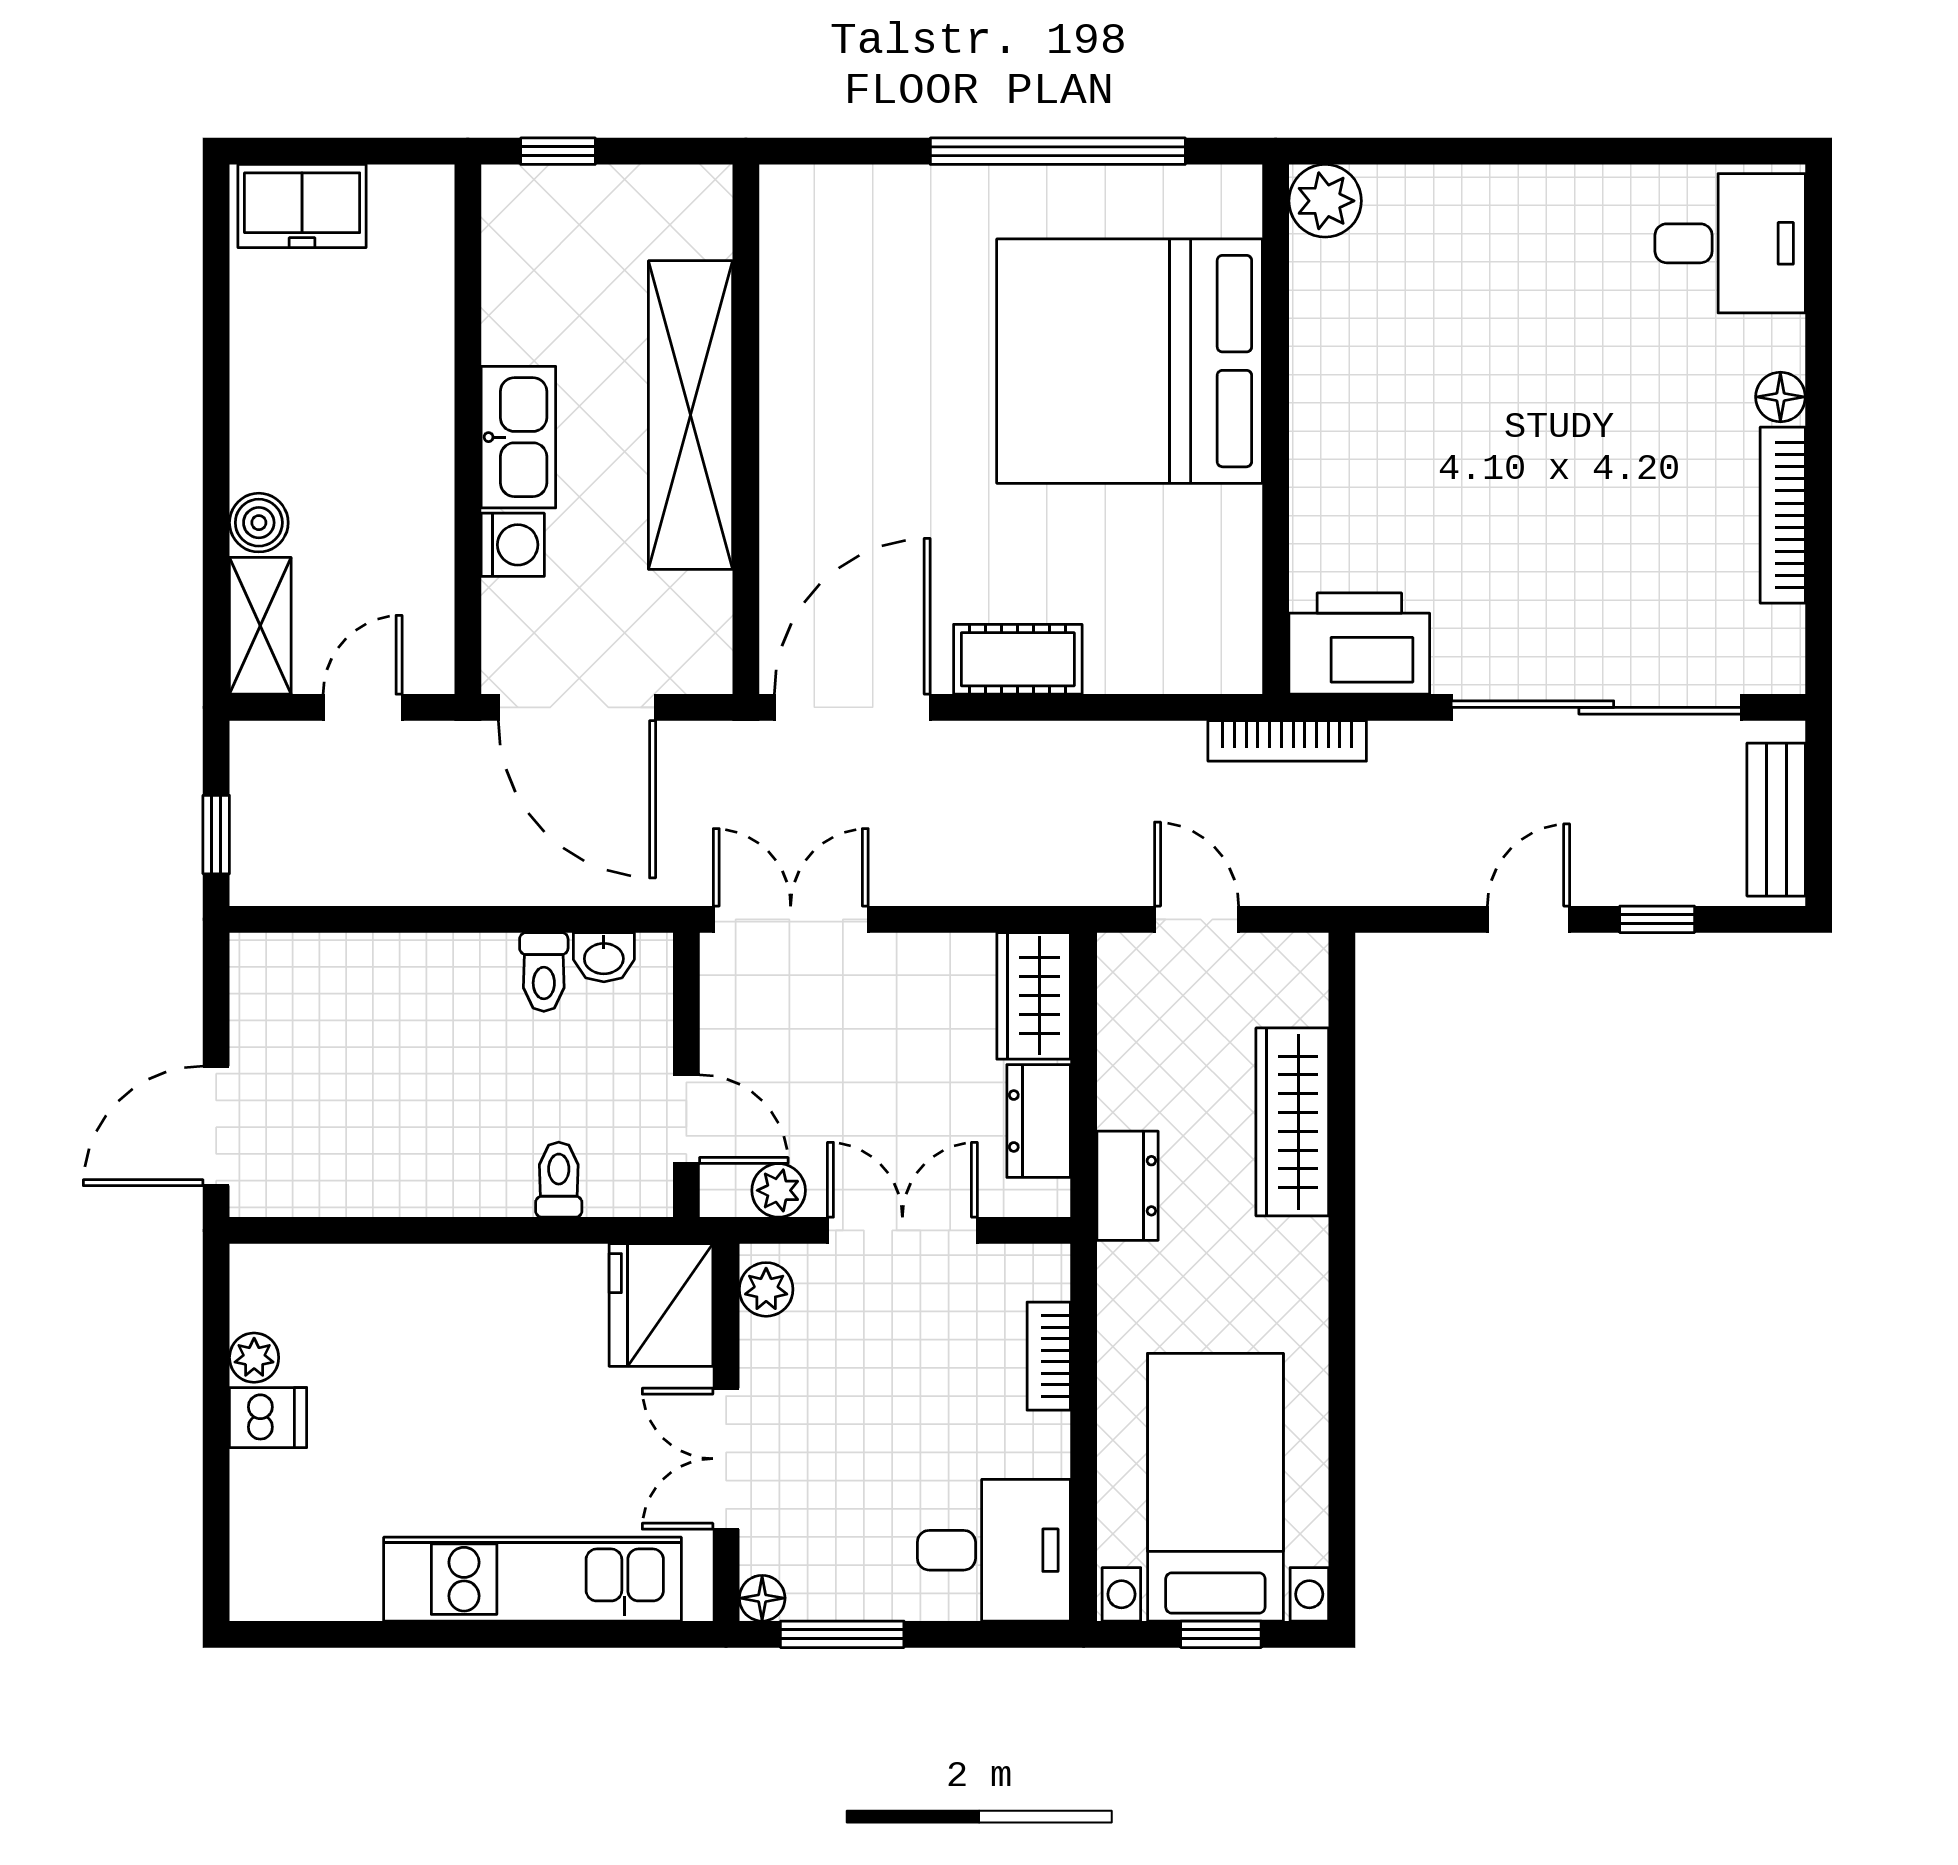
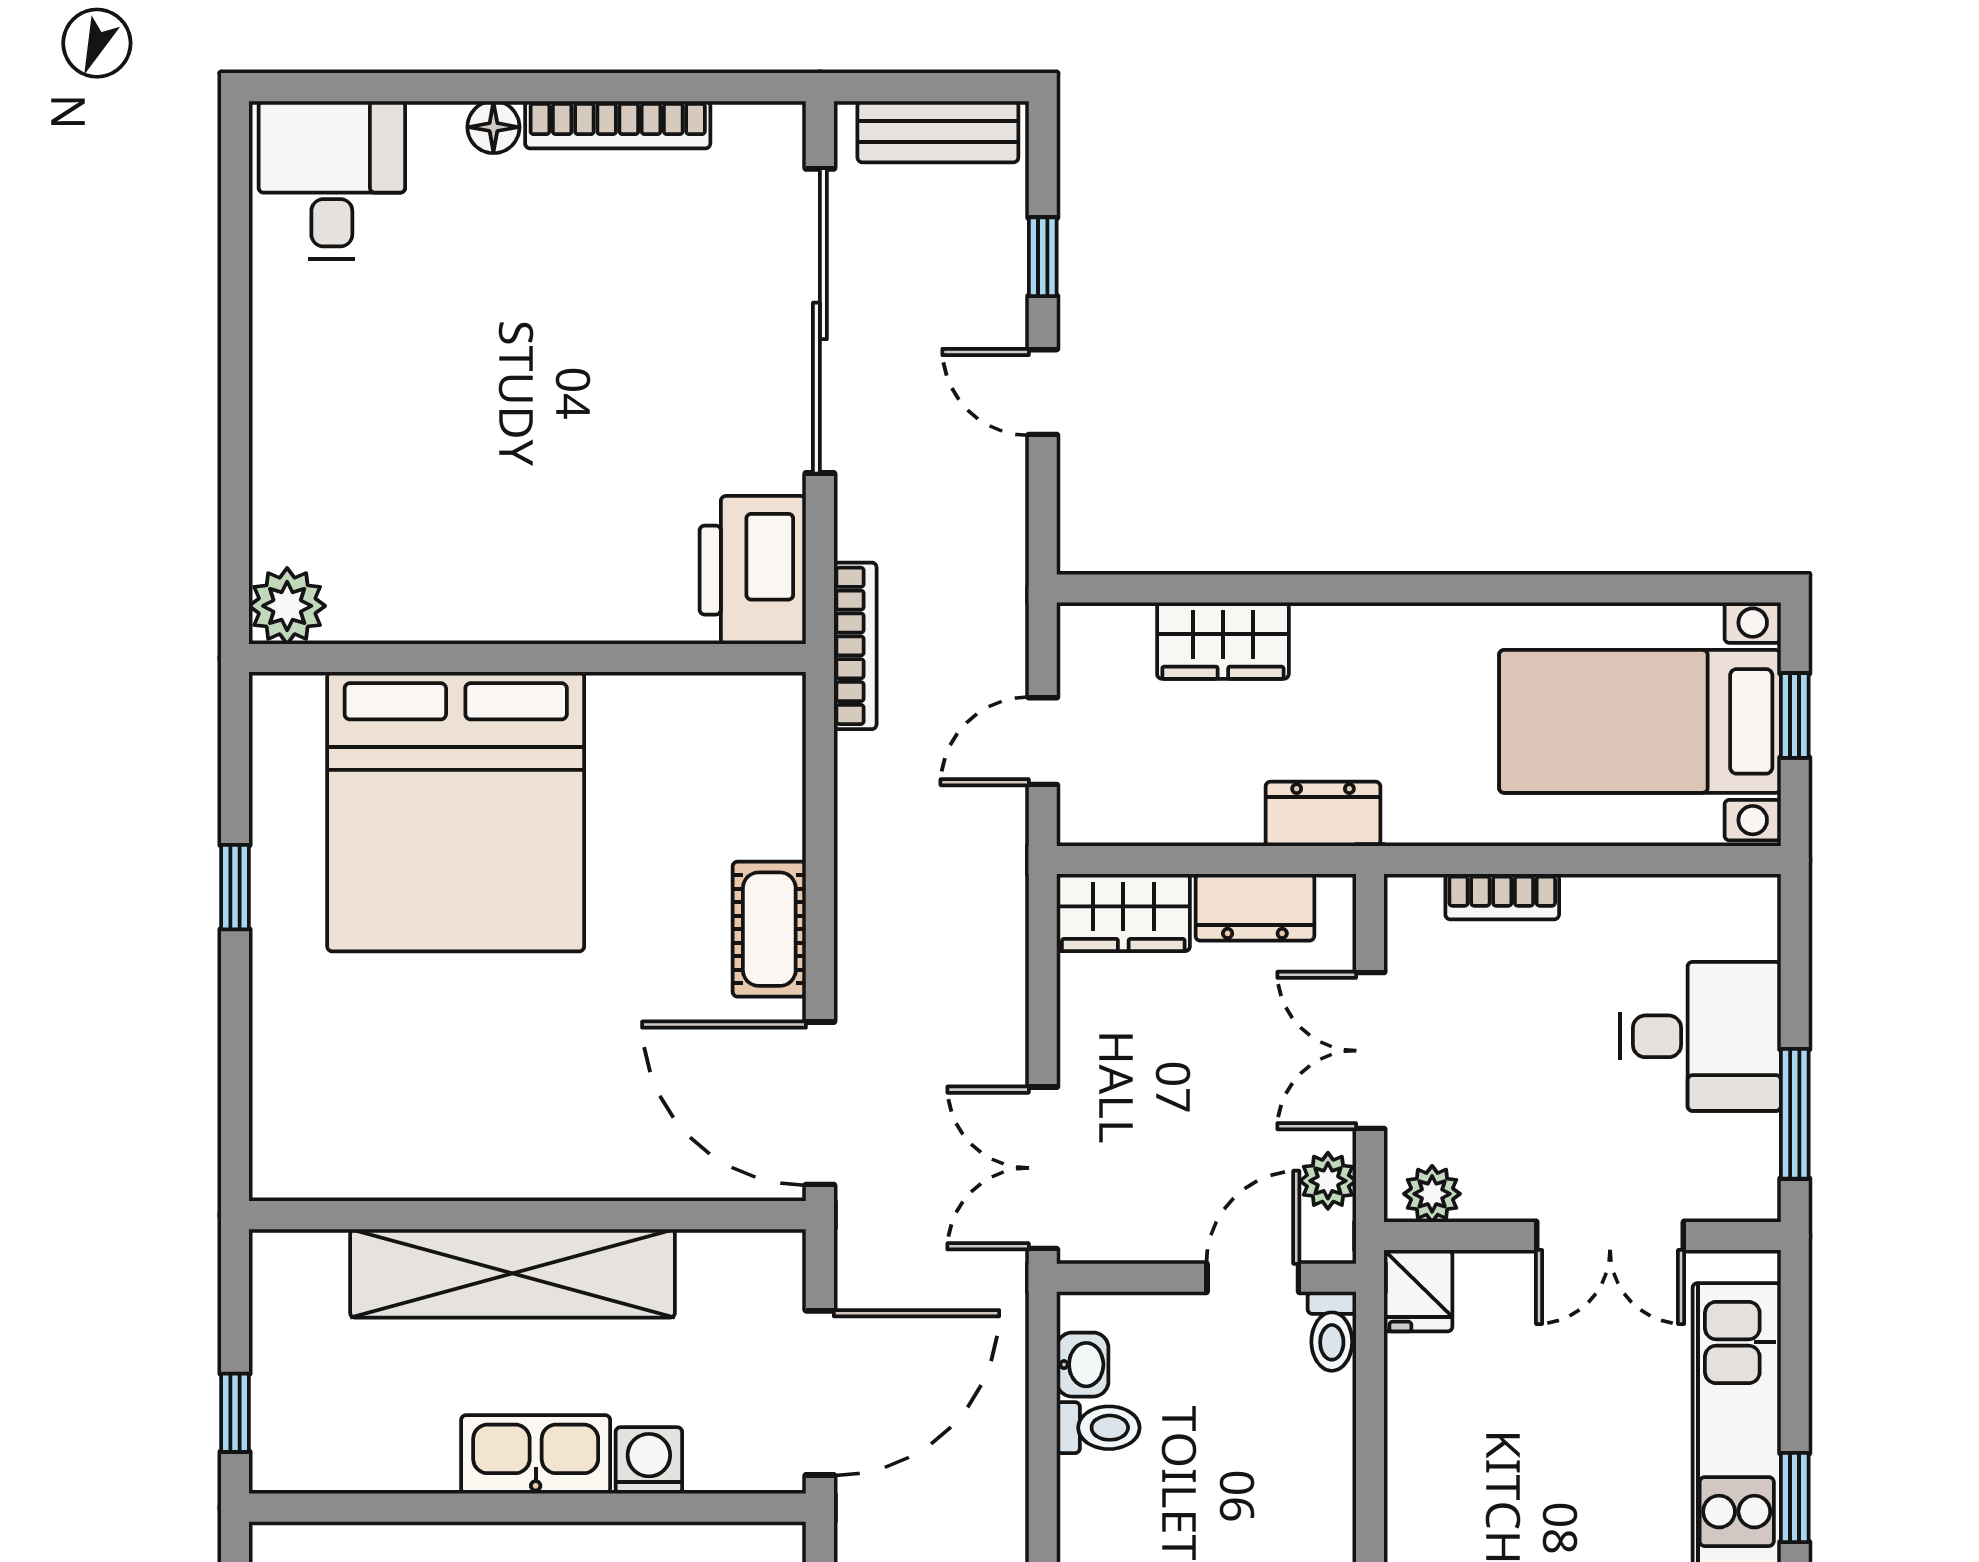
window: (1058, 151) -> (235, 887), width x0.32
wardrobe: (1292, 1122) -> (1223, 641), width x0.67
toilet: (559, 1180) -> (1332, 1331), moved, turned -90
fridge: (661, 1305) -> (1418, 1291), width x0.53, depth x0.75
desk: (994, 1550) -> (1700, 1036), moved, turned 90
floor lamp: (762, 1598) -> (1757, 1198), removed
window: (477, 1634) -> (1795, 1498), added

